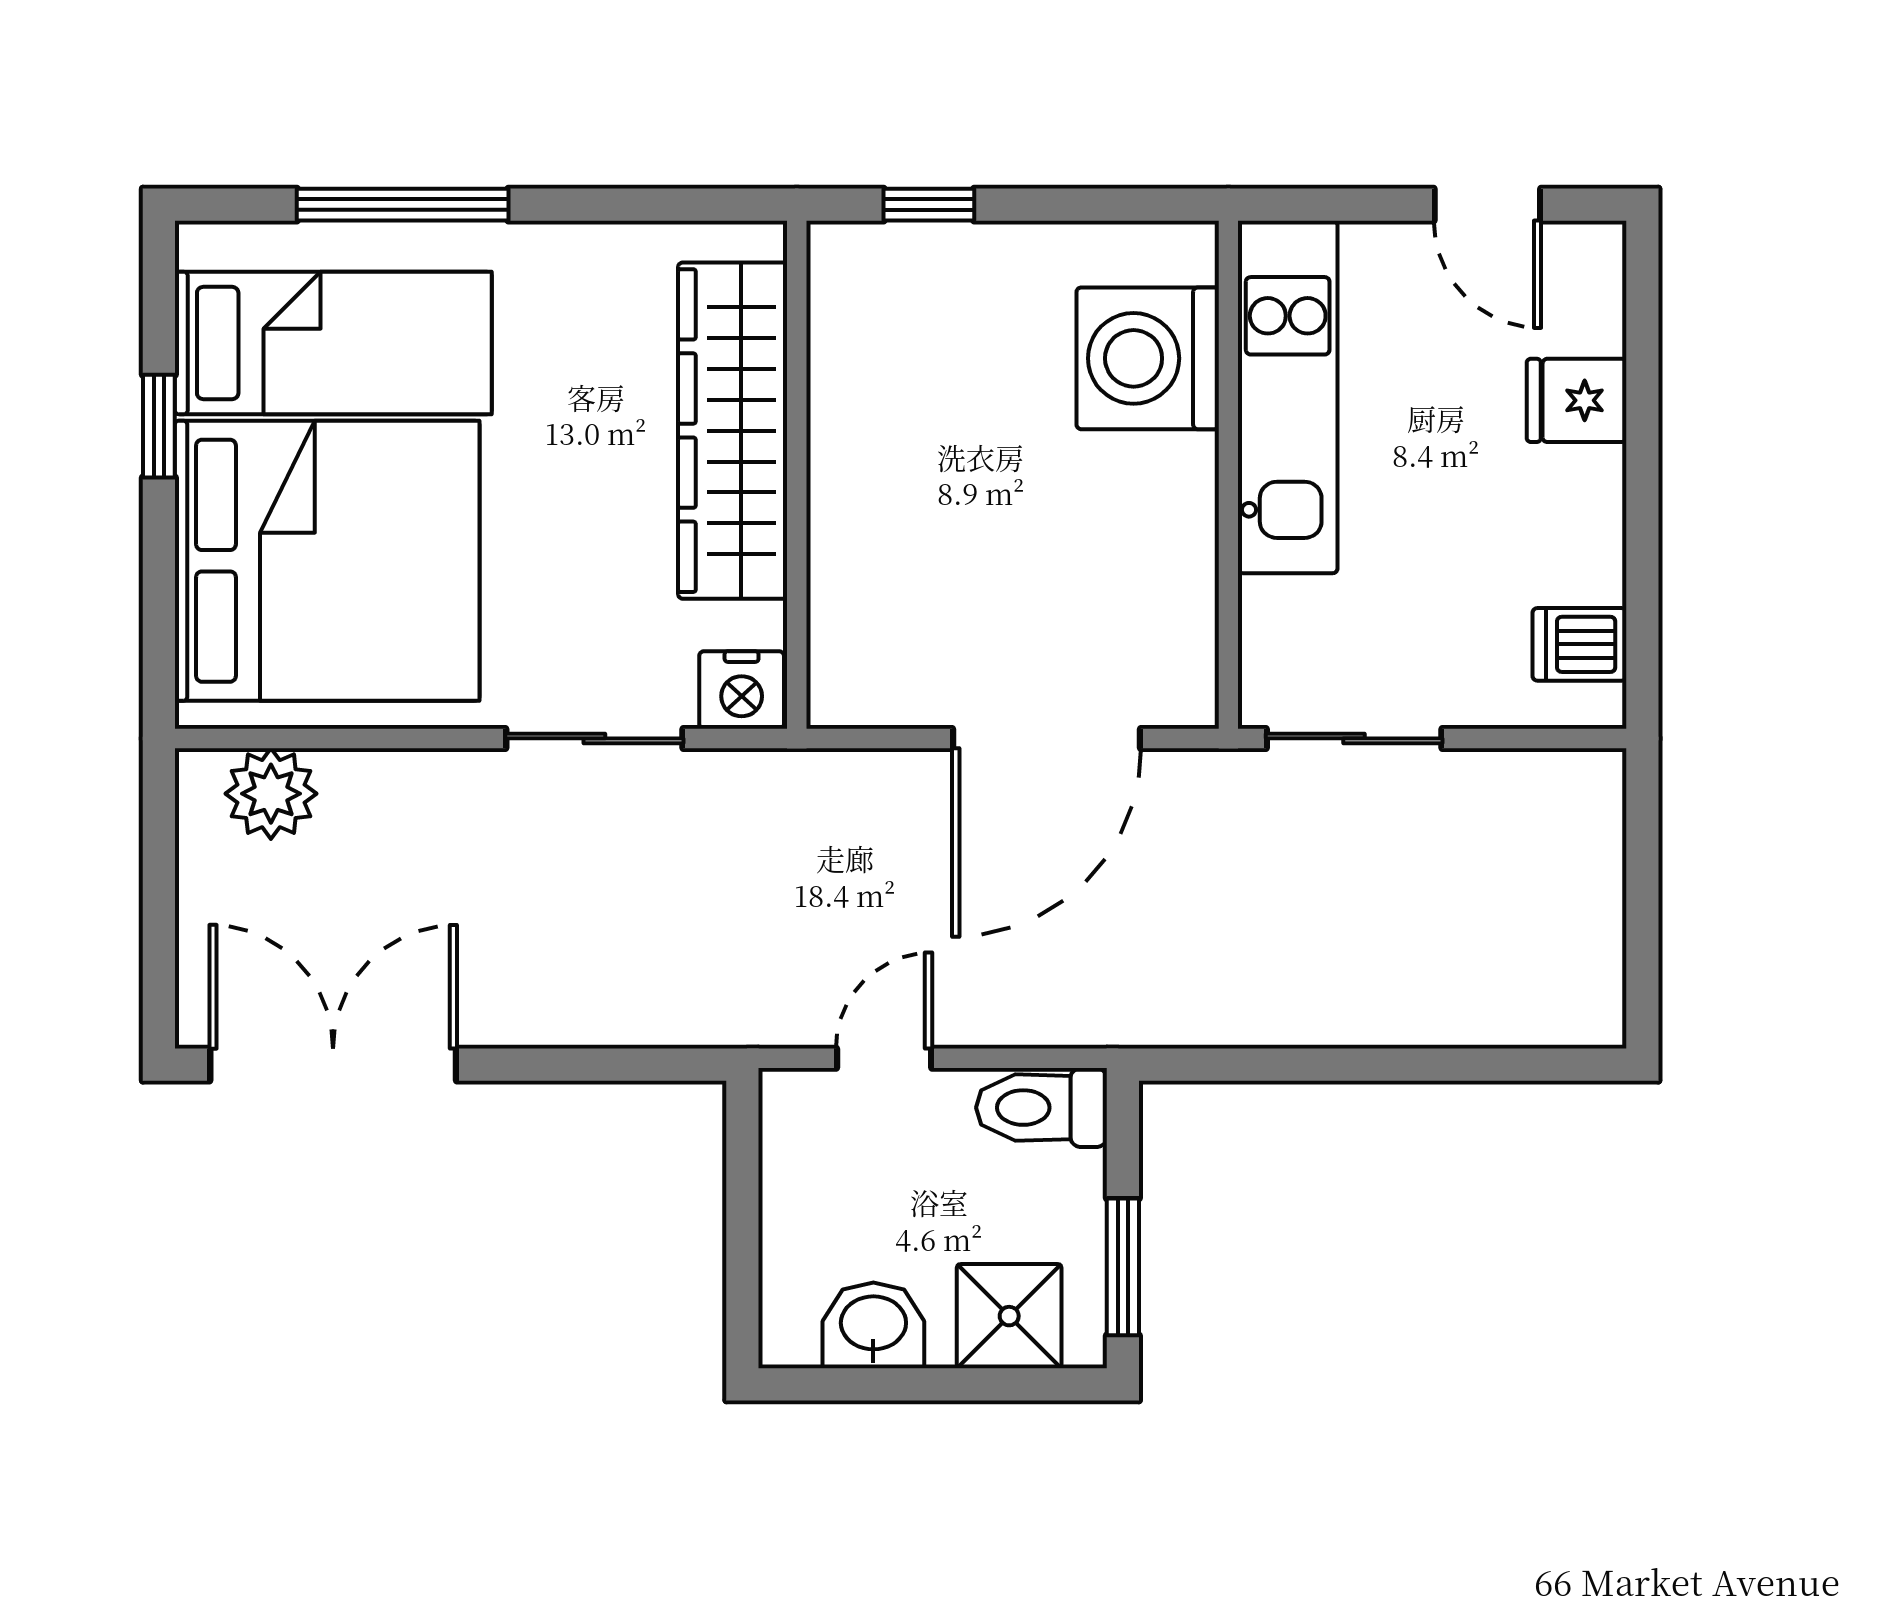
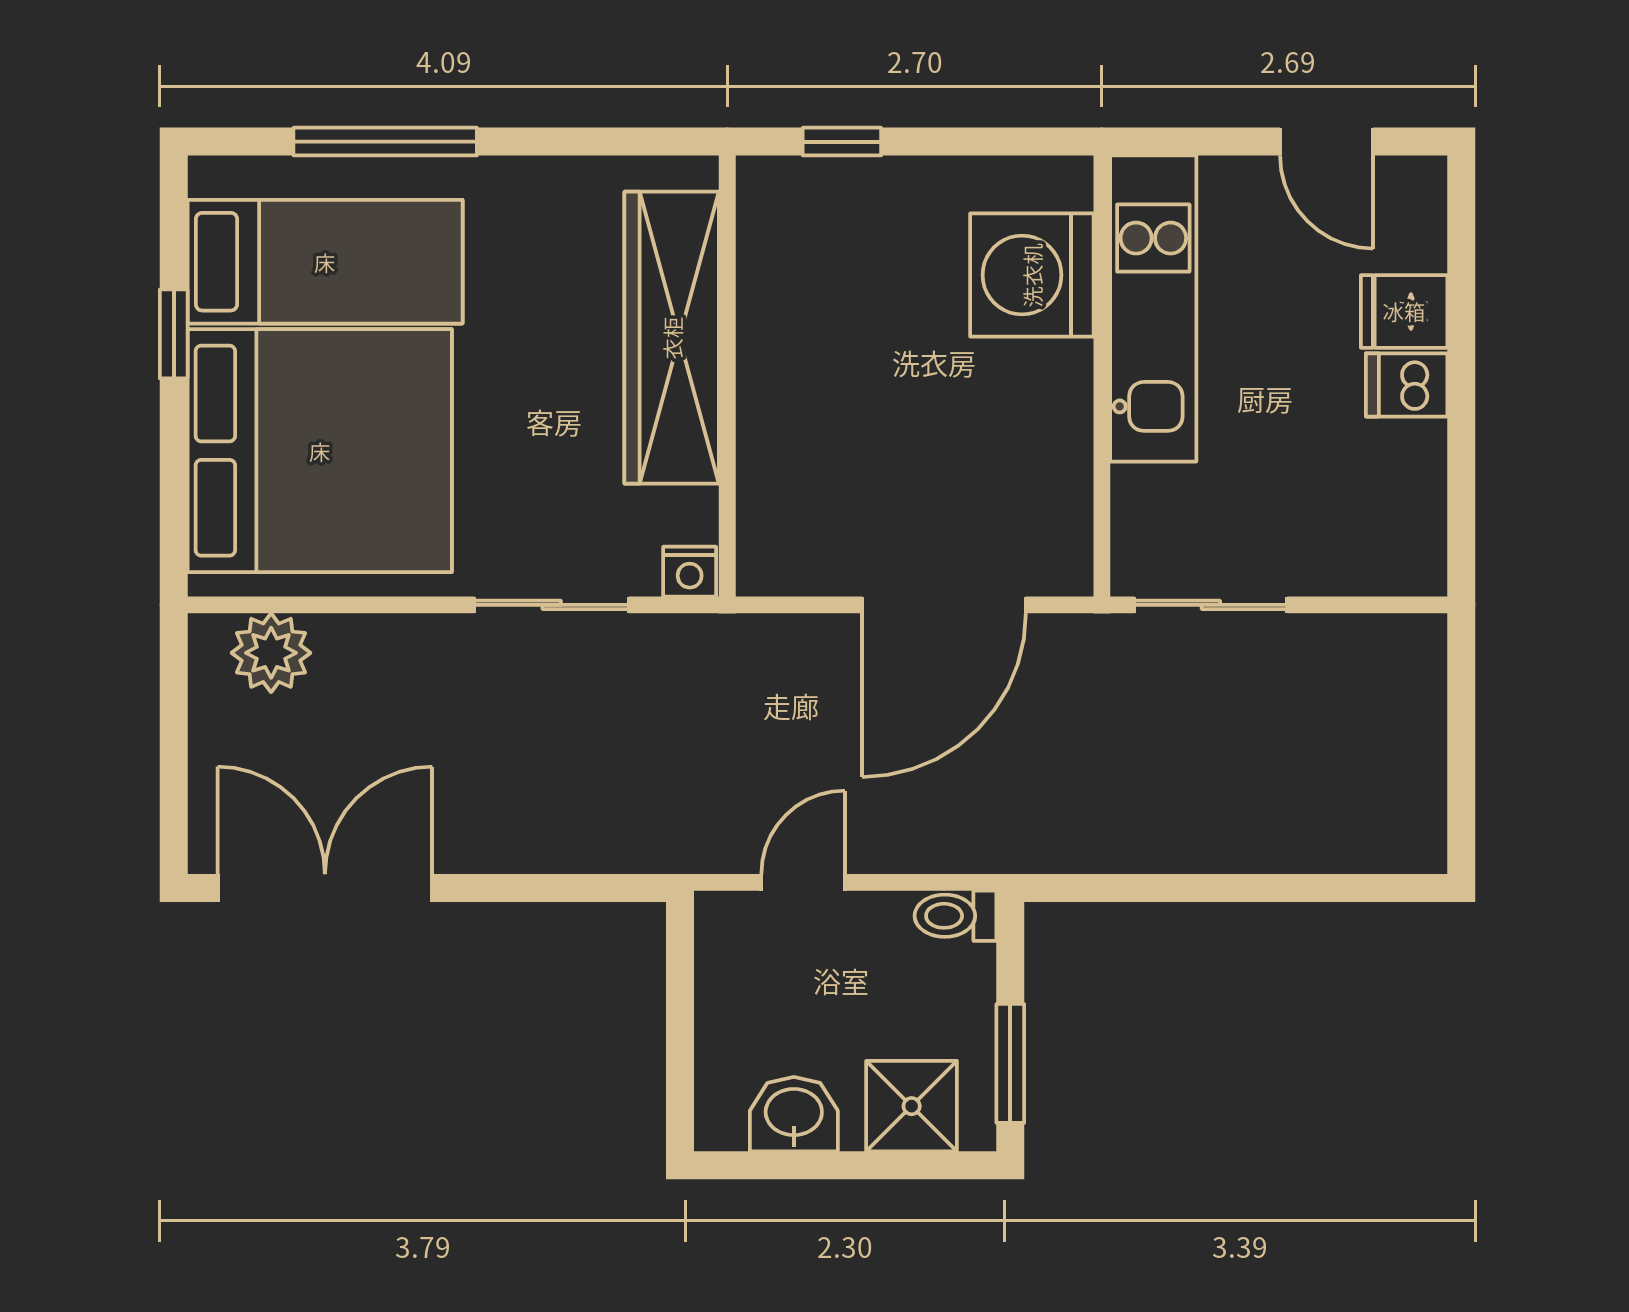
dishwasher: (1580, 644) -> (1407, 385), moved
nightstand: (742, 690) -> (690, 572), width x0.72, depth x0.74
toilet: (1042, 1108) -> (955, 916), width x0.73, depth x0.72

